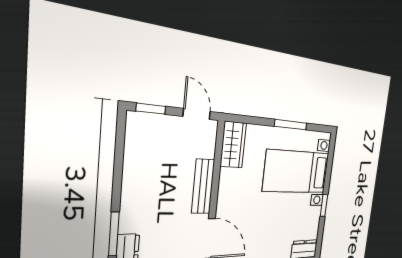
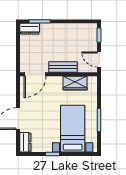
door: (197, 114) -> (99, 60), swing flipped
wardrobe: (233, 145) -> (75, 83), moved

